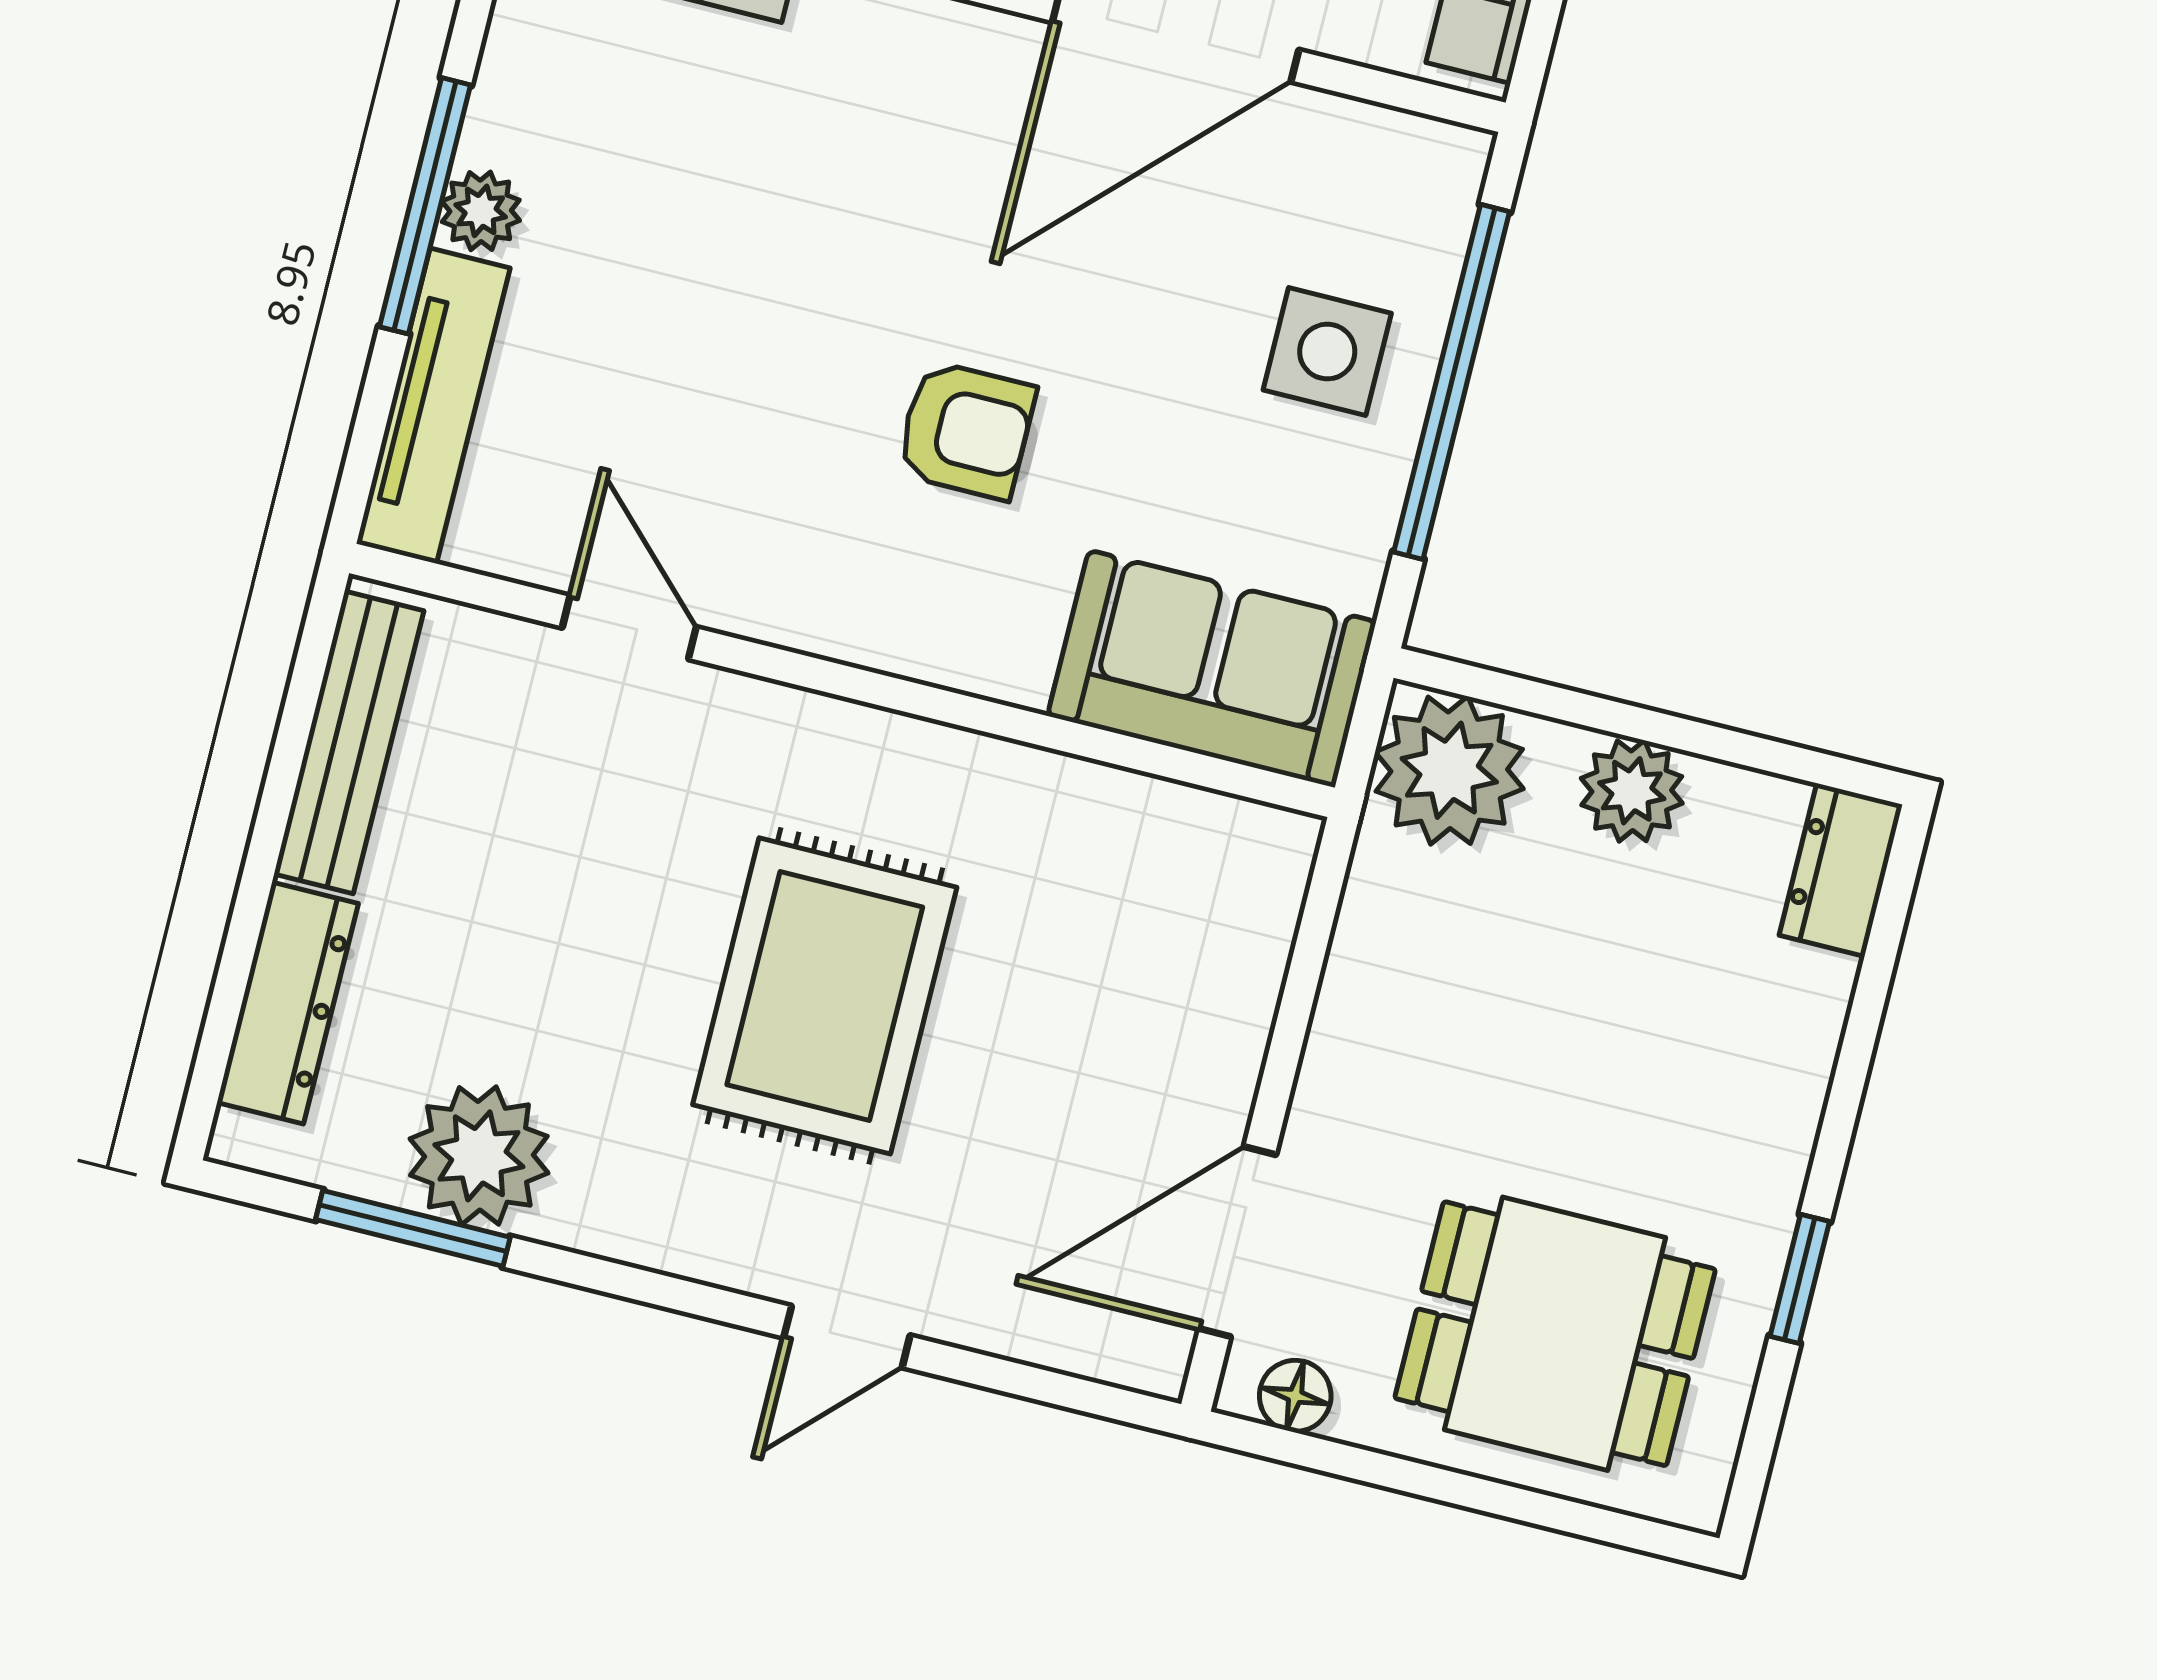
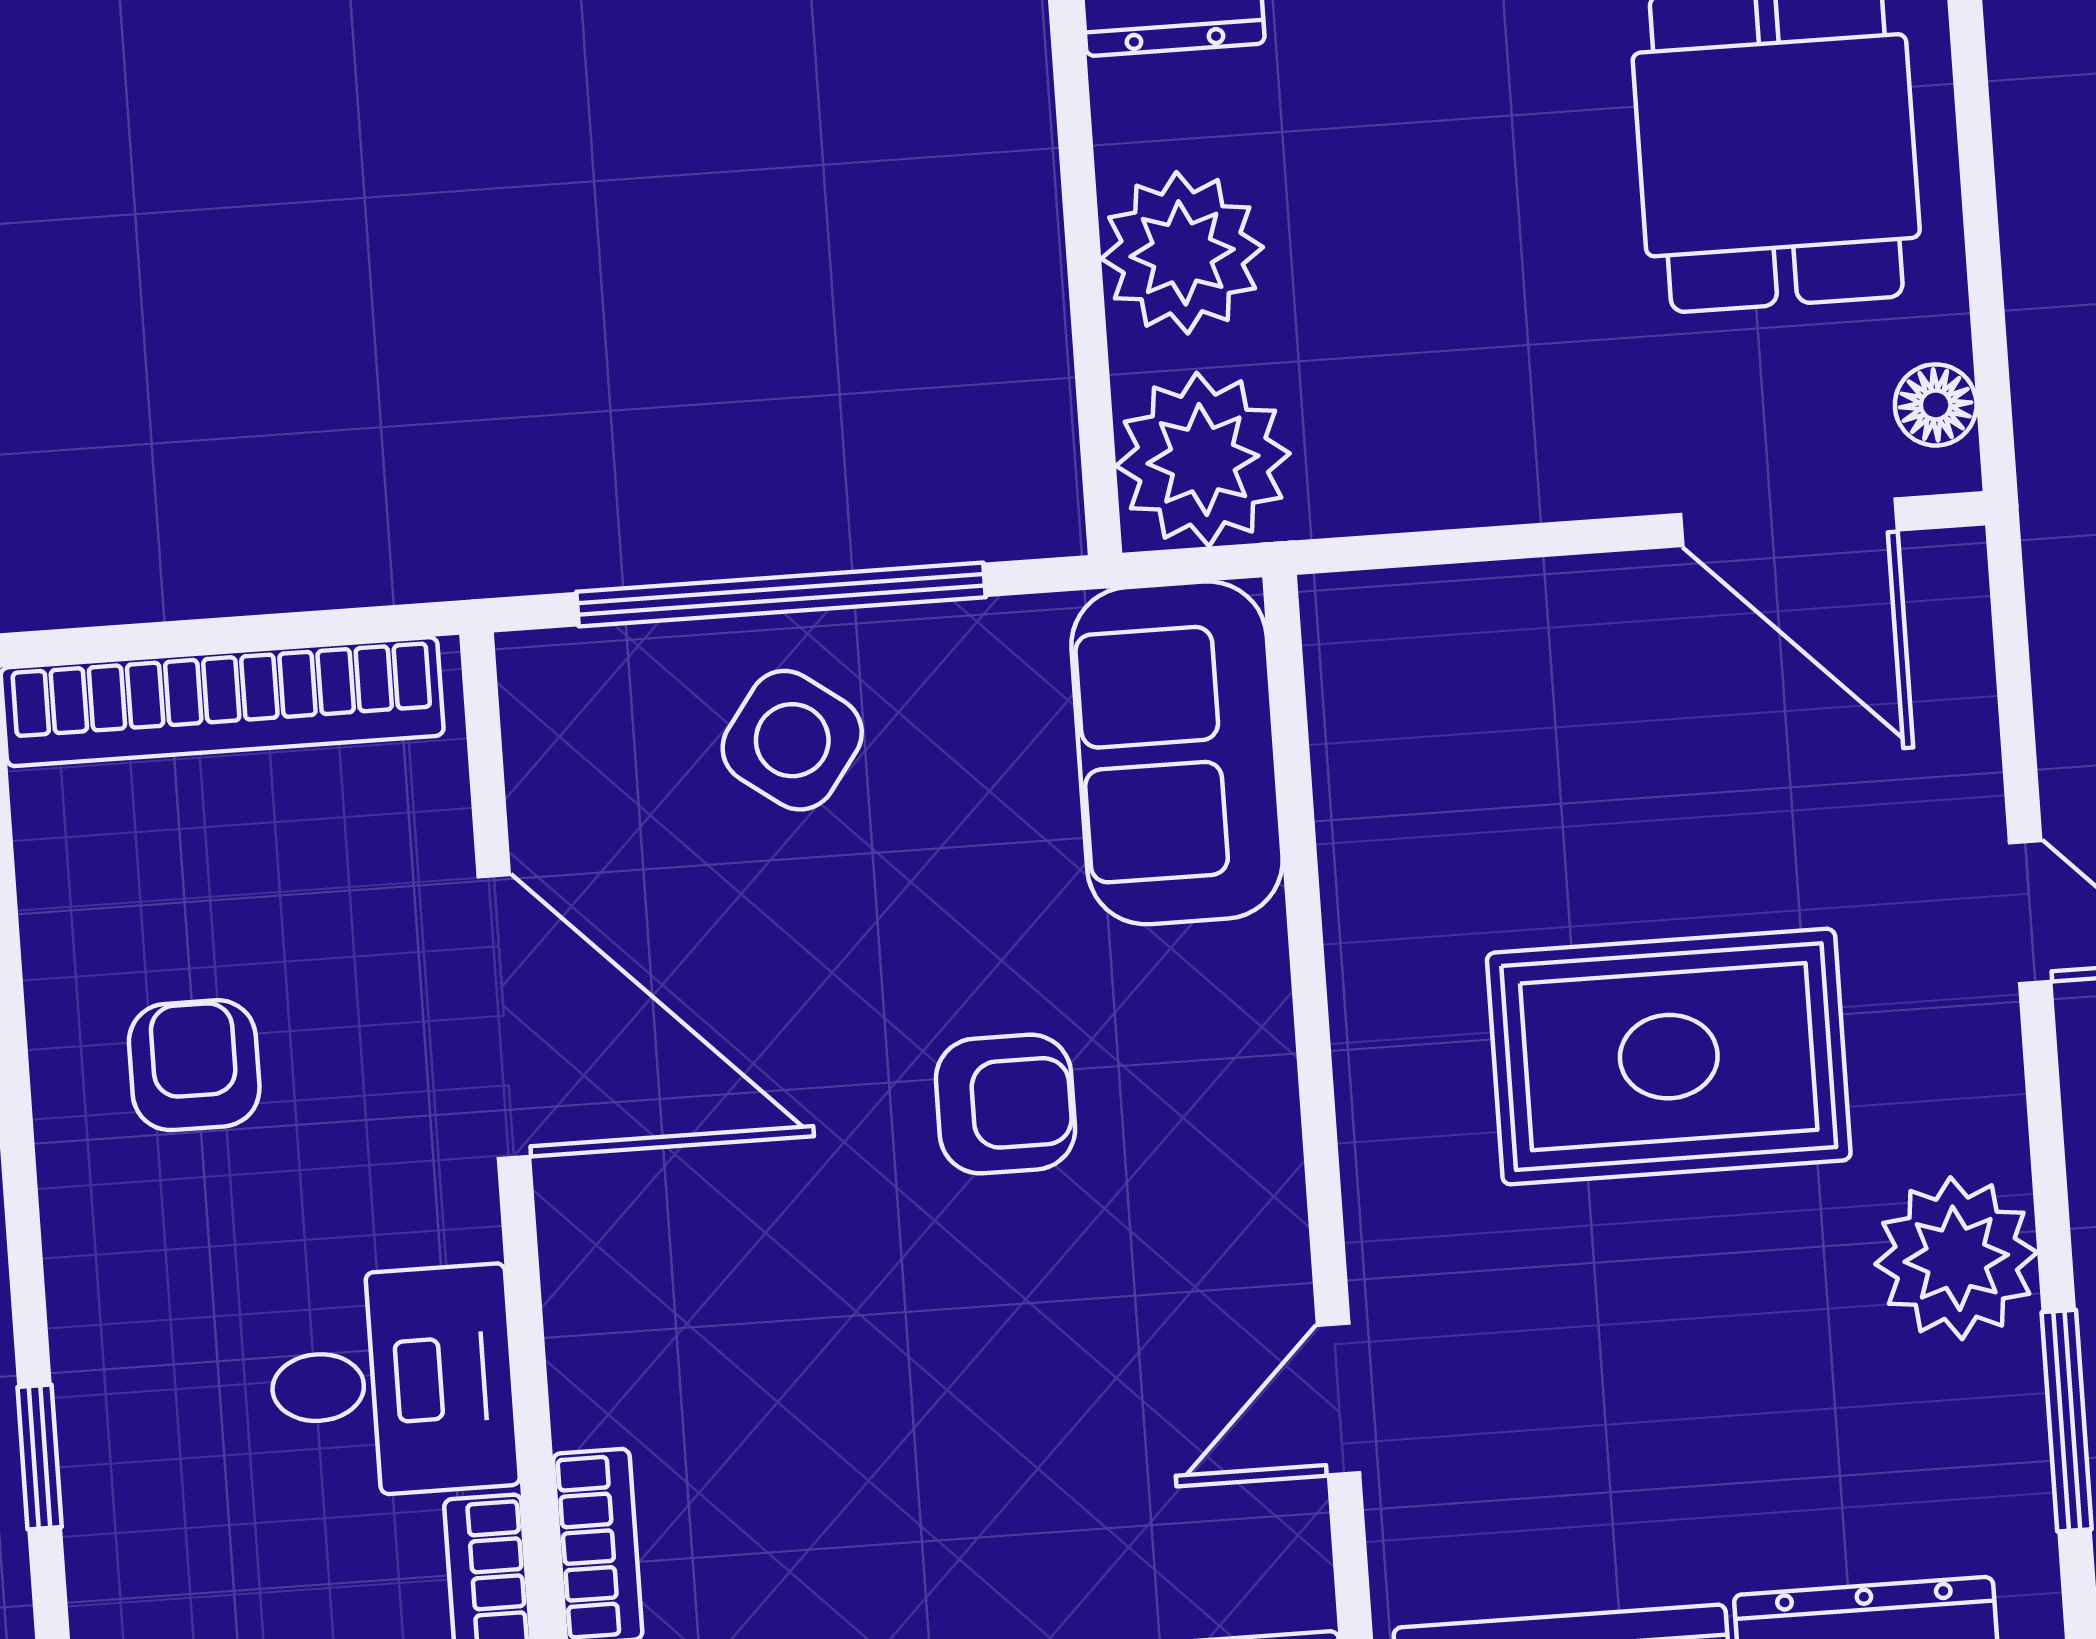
side table: (1327, 352) -> (792, 740), turned 36
armchair: (966, 430) -> (1005, 1104), turned 90
plant: (1632, 791) -> (1182, 253), width x1.36, depth x1.36
plant: (479, 1156) -> (1956, 1258), moved

